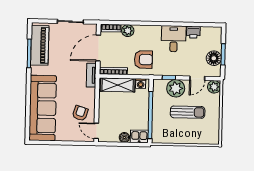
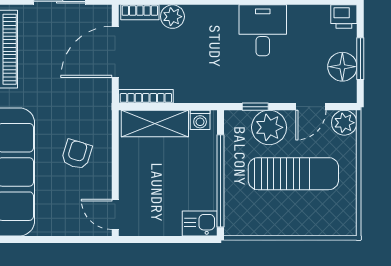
printer: (193, 32) -> (344, 17), moved
armchair: (143, 60) -> (204, 72), removed
tv unit: (91, 75) -> (103, 105), removed
sun lounger: (188, 112) -> (293, 174), width x1.36, depth x1.34
armchair: (80, 113) -> (77, 154), moved
boiler: (124, 137) -> (171, 226), removed

